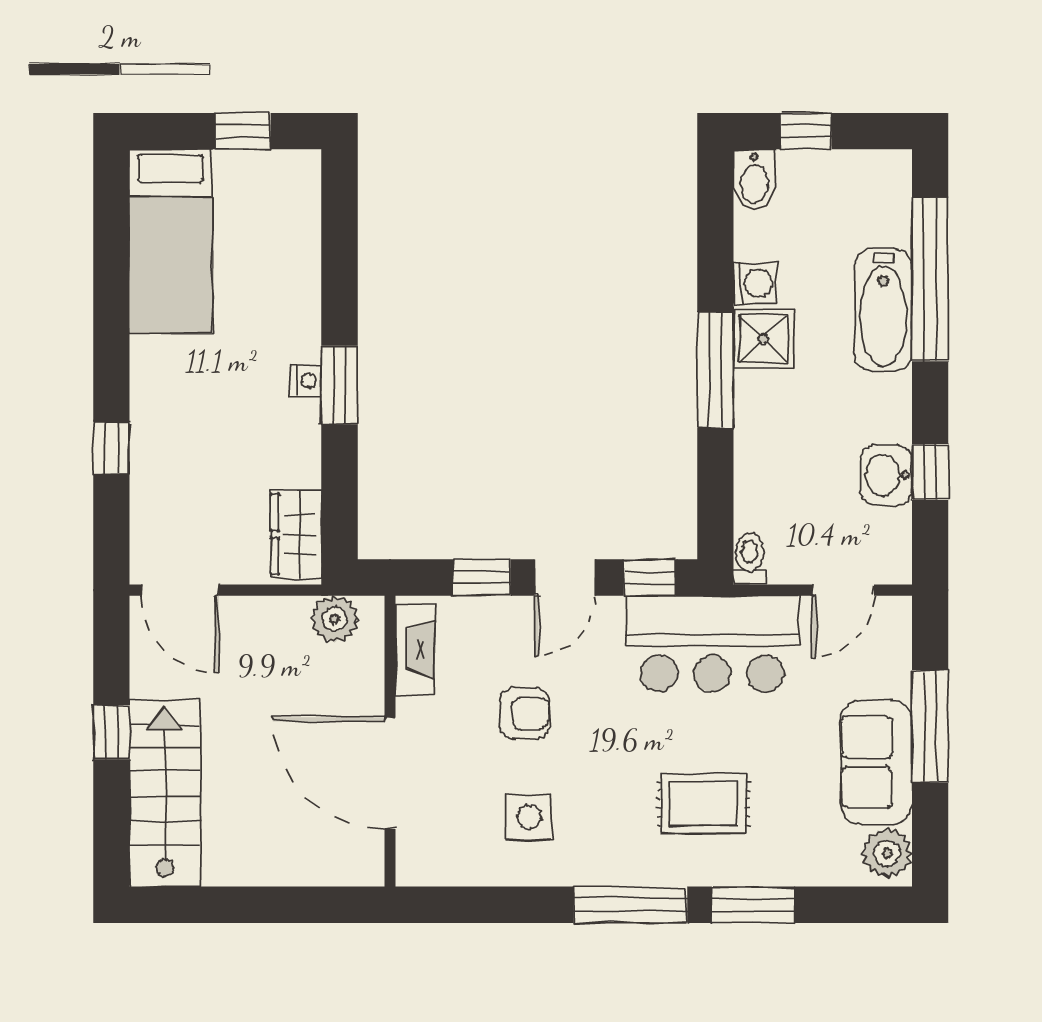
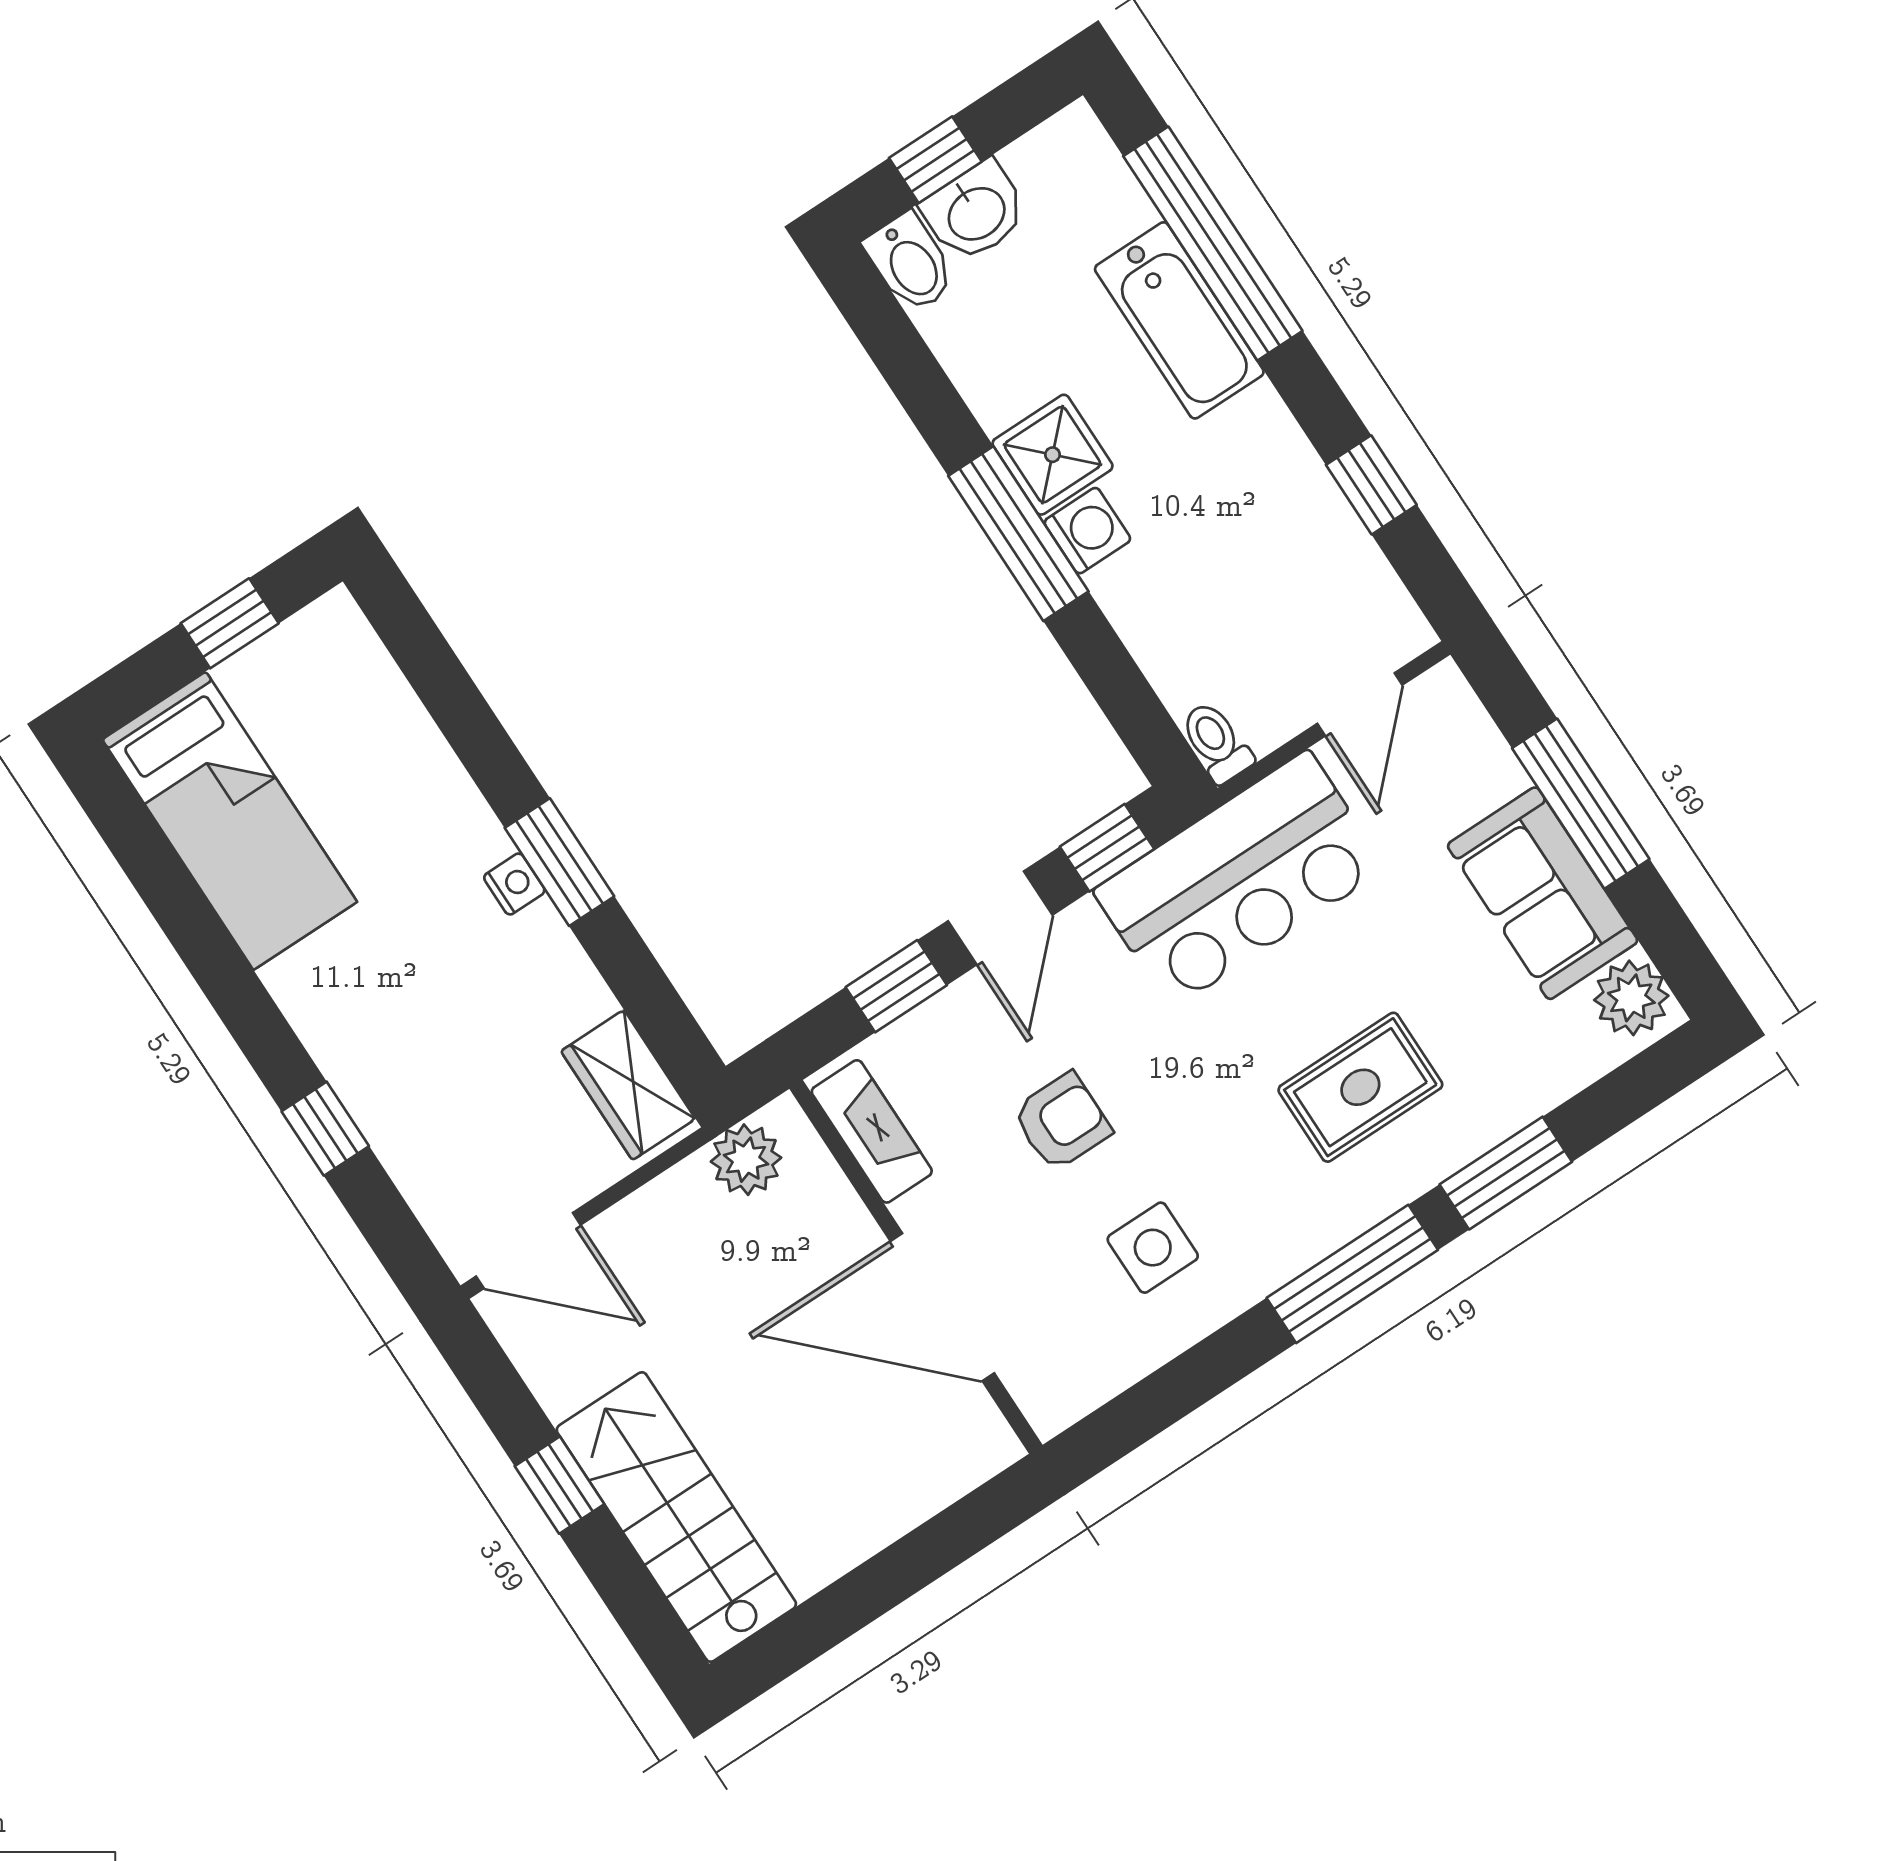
washing machine: (755, 283) -> (1087, 531), moved
washbasin: (886, 475) -> (975, 212), moved, turned -90

